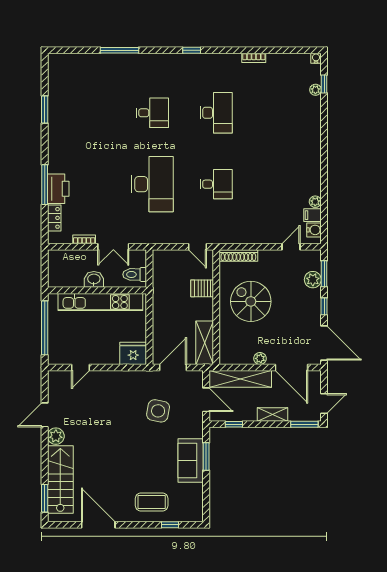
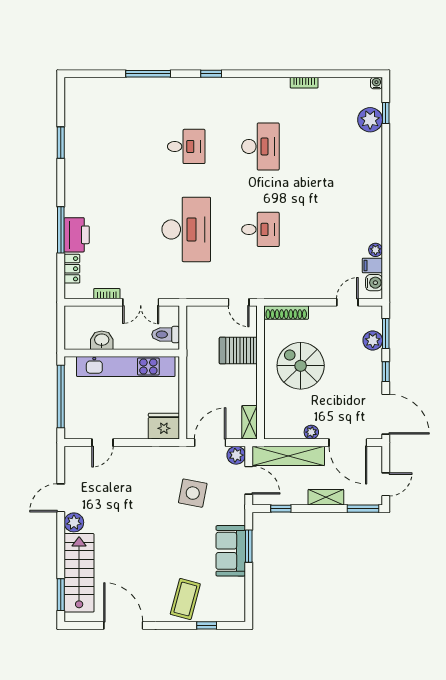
window: (192, 50) -> (211, 74), moved
plant: (315, 90) -> (370, 120), width x1.87, depth x1.87
washbasin: (94, 279) -> (102, 340), moved
server rack: (202, 288) -> (238, 351), width x1.36, depth x1.44
shelving: (205, 343) -> (250, 422), width x0.67, depth x0.75
plant: (195, 378) -> (236, 455), added
coffee table: (152, 502) -> (185, 599), turned -75

